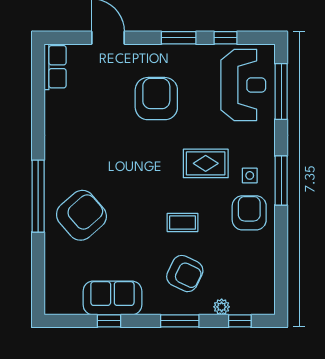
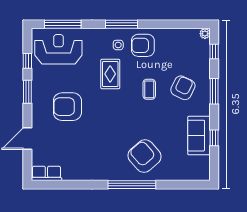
plant: (222, 307) -> (205, 34), moved

